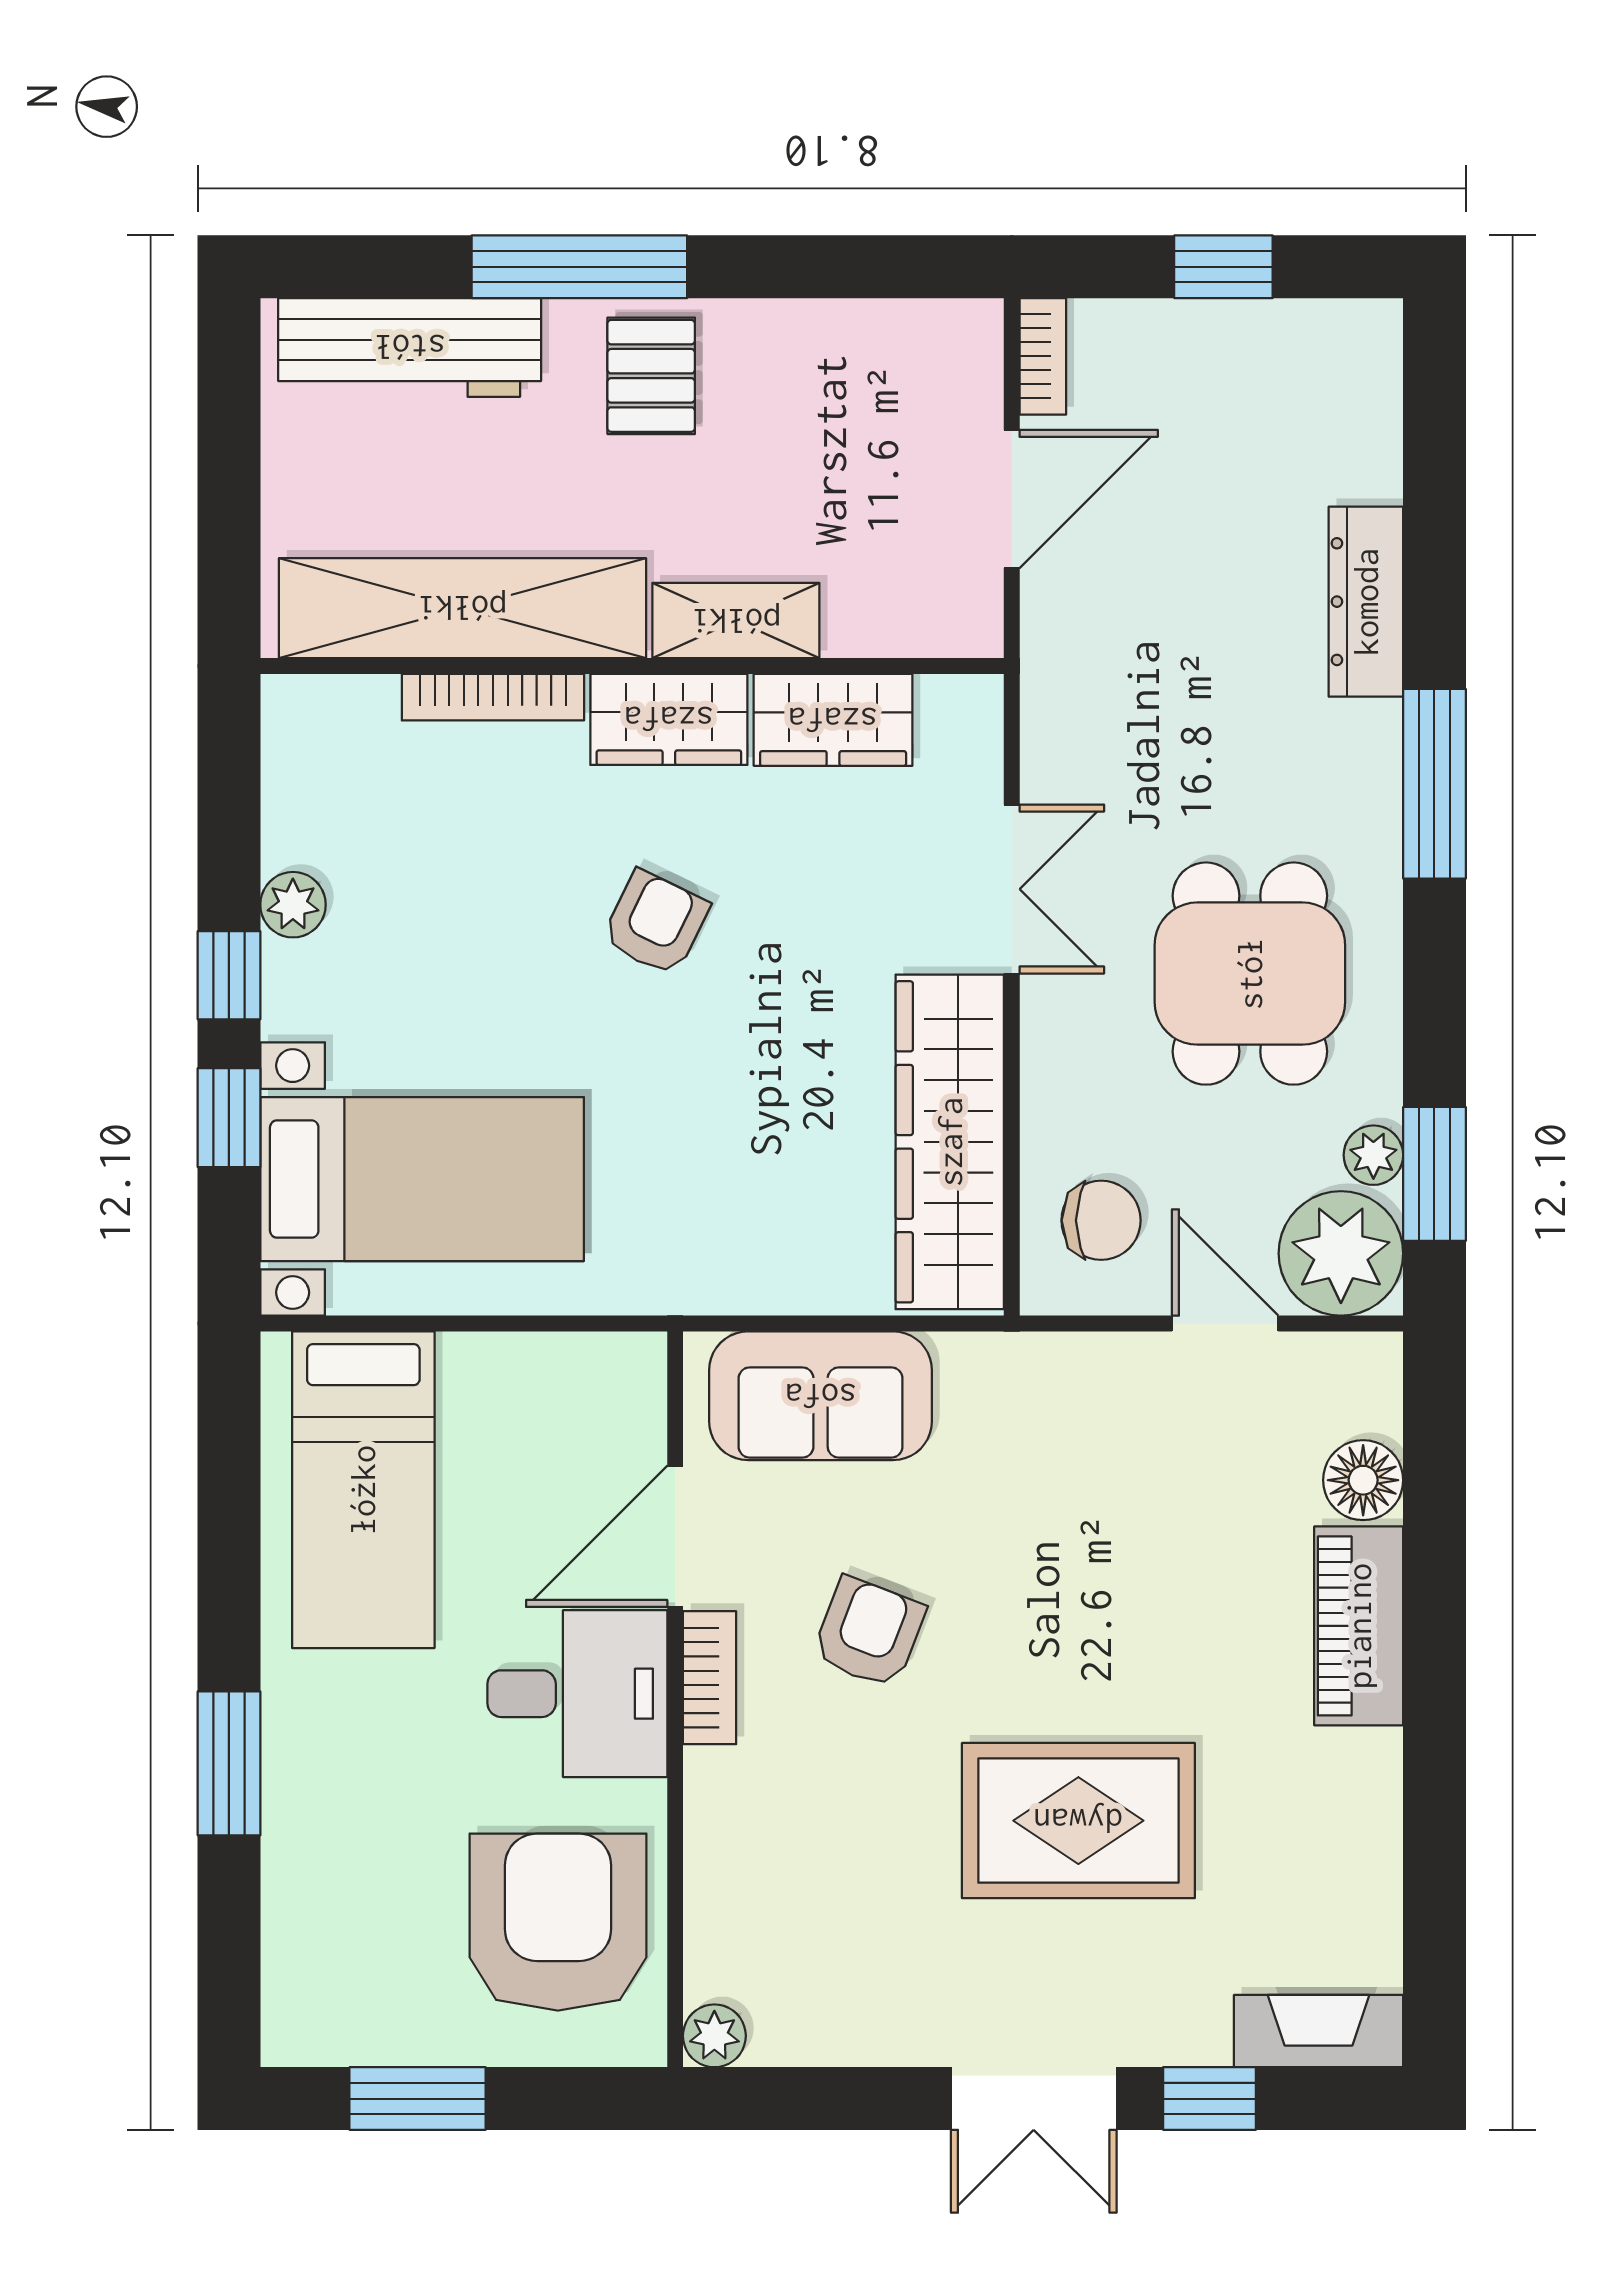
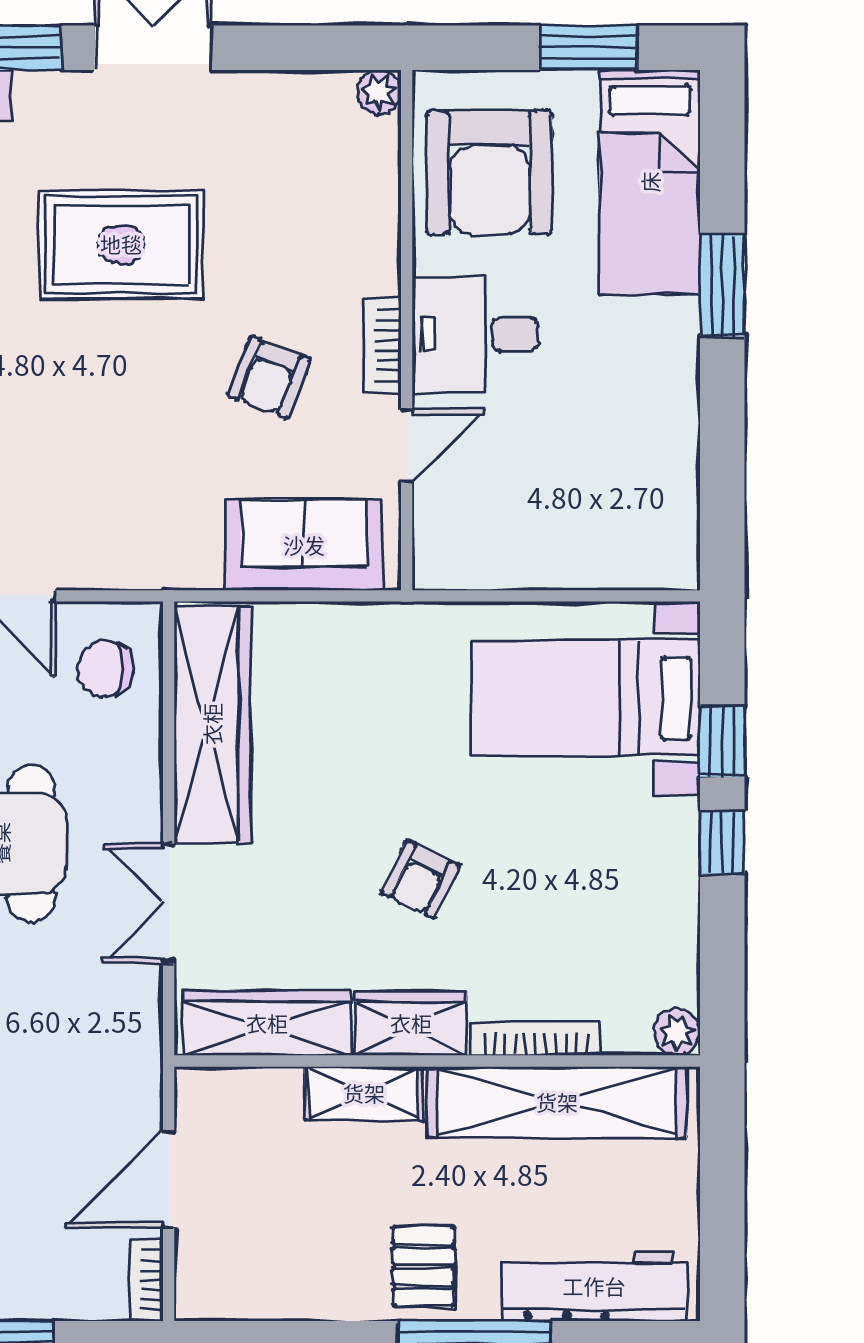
wardrobe: (833, 720) -> (267, 1023), width x1.50
plant: (293, 905) -> (677, 1032), moved
bed: (363, 1490) -> (650, 182), moved, turned 180
door: (675, 1536) -> (407, 445), width x0.73

